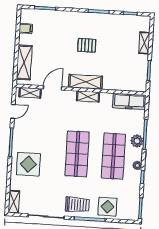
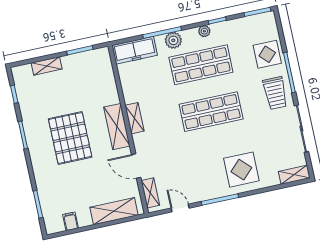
pallet: (87, 45) -> (70, 138), width x2.05, depth x2.00
freezer: (129, 101) -> (135, 50), moved, turned 90
trolley: (77, 205) -> (275, 93), turned 180

